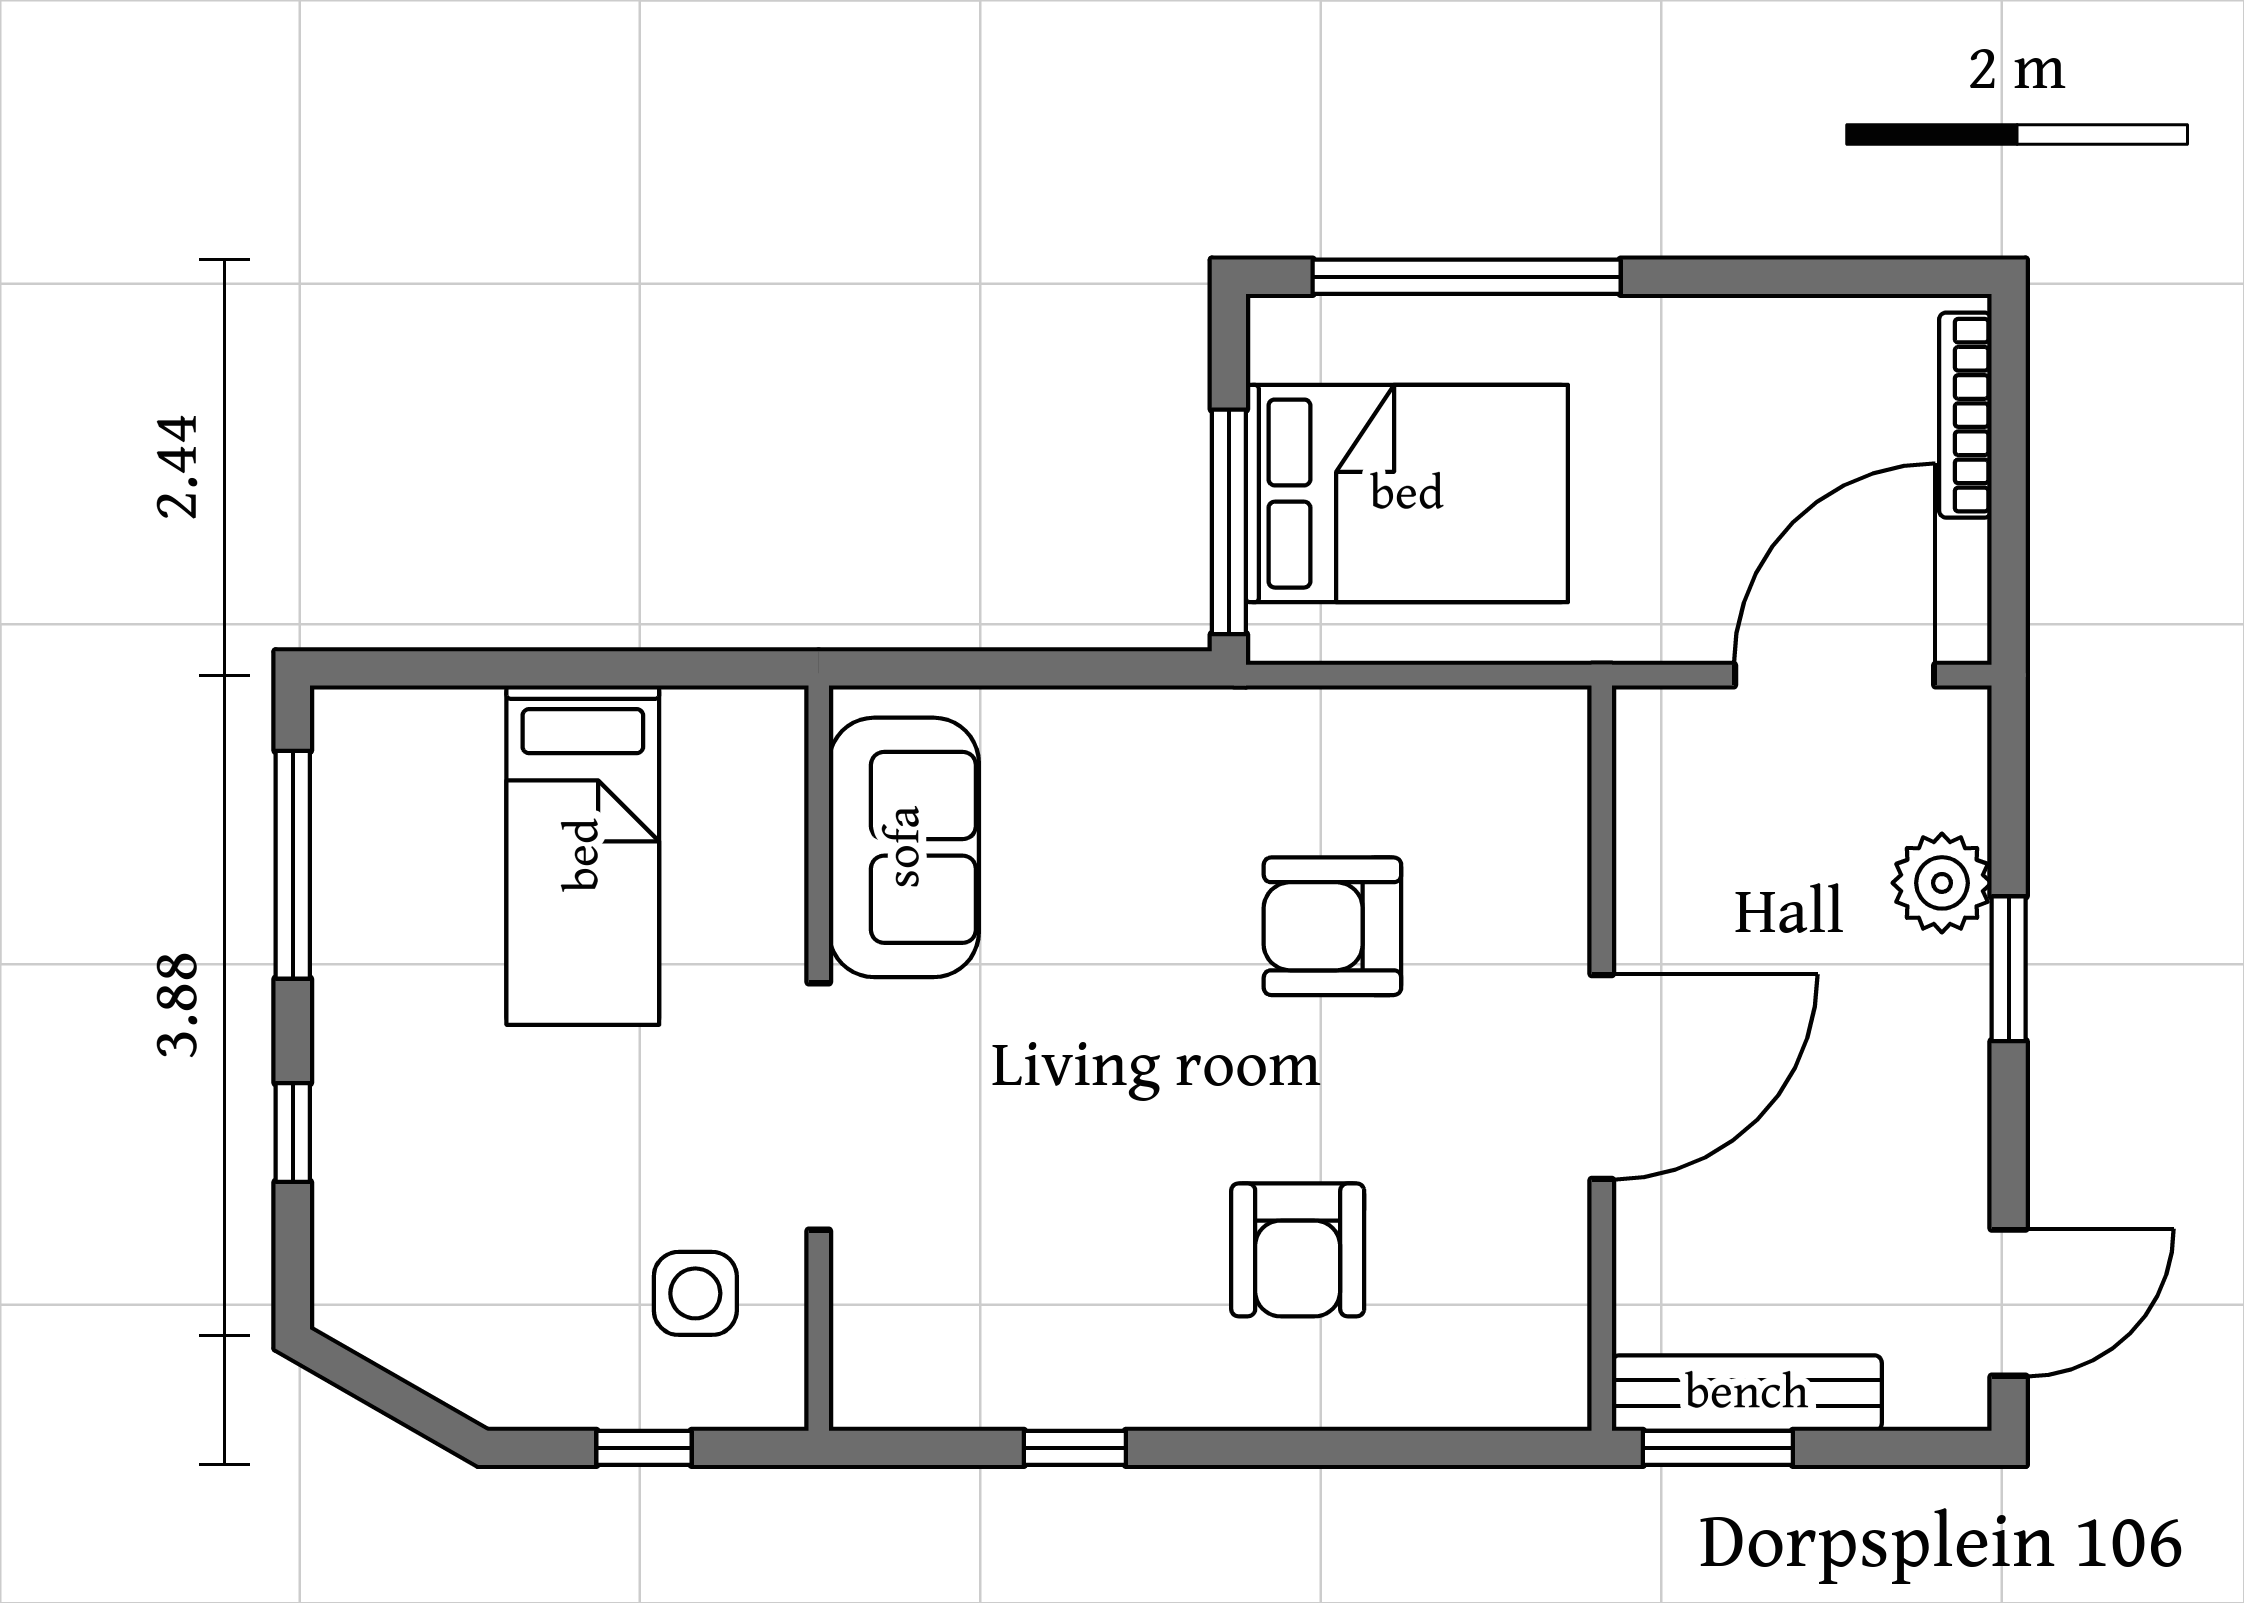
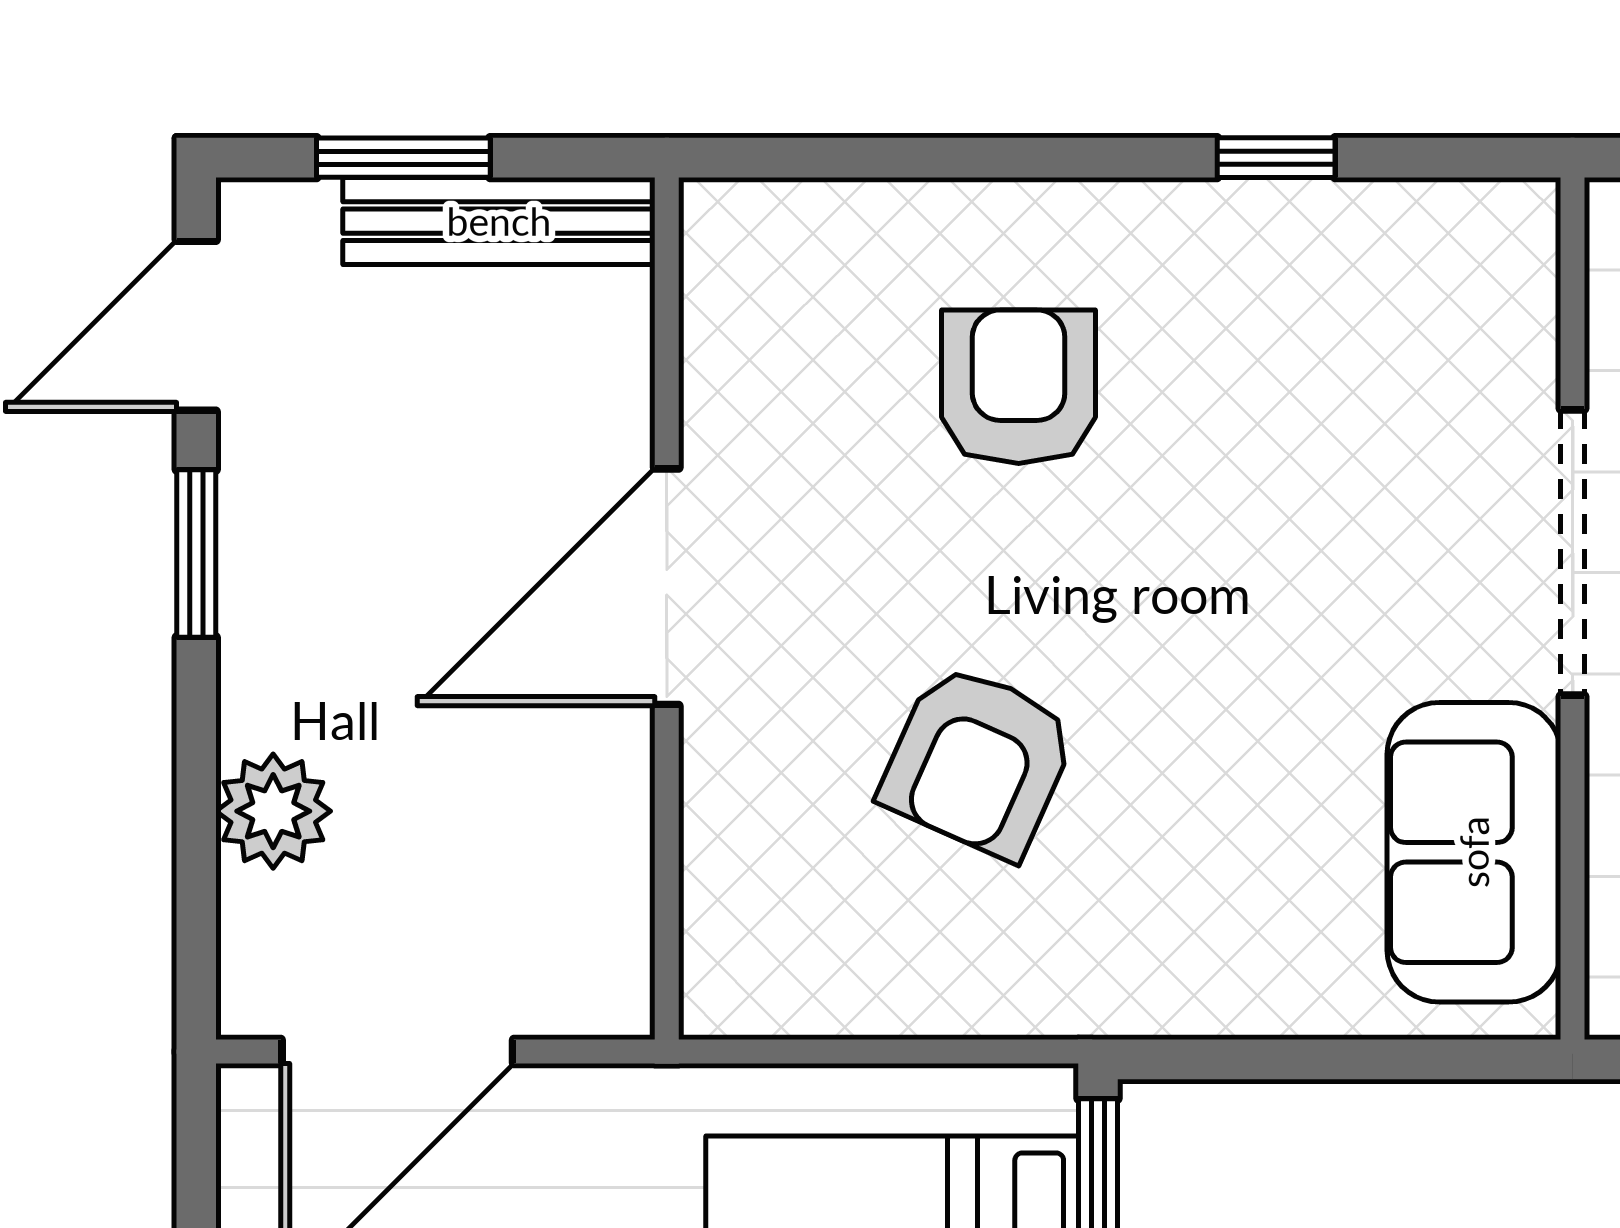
armchair: (1332, 926) -> (978, 761), turned 114
window: (2009, 969) -> (196, 554), moved
window: (1718, 1448) -> (403, 158), moved

